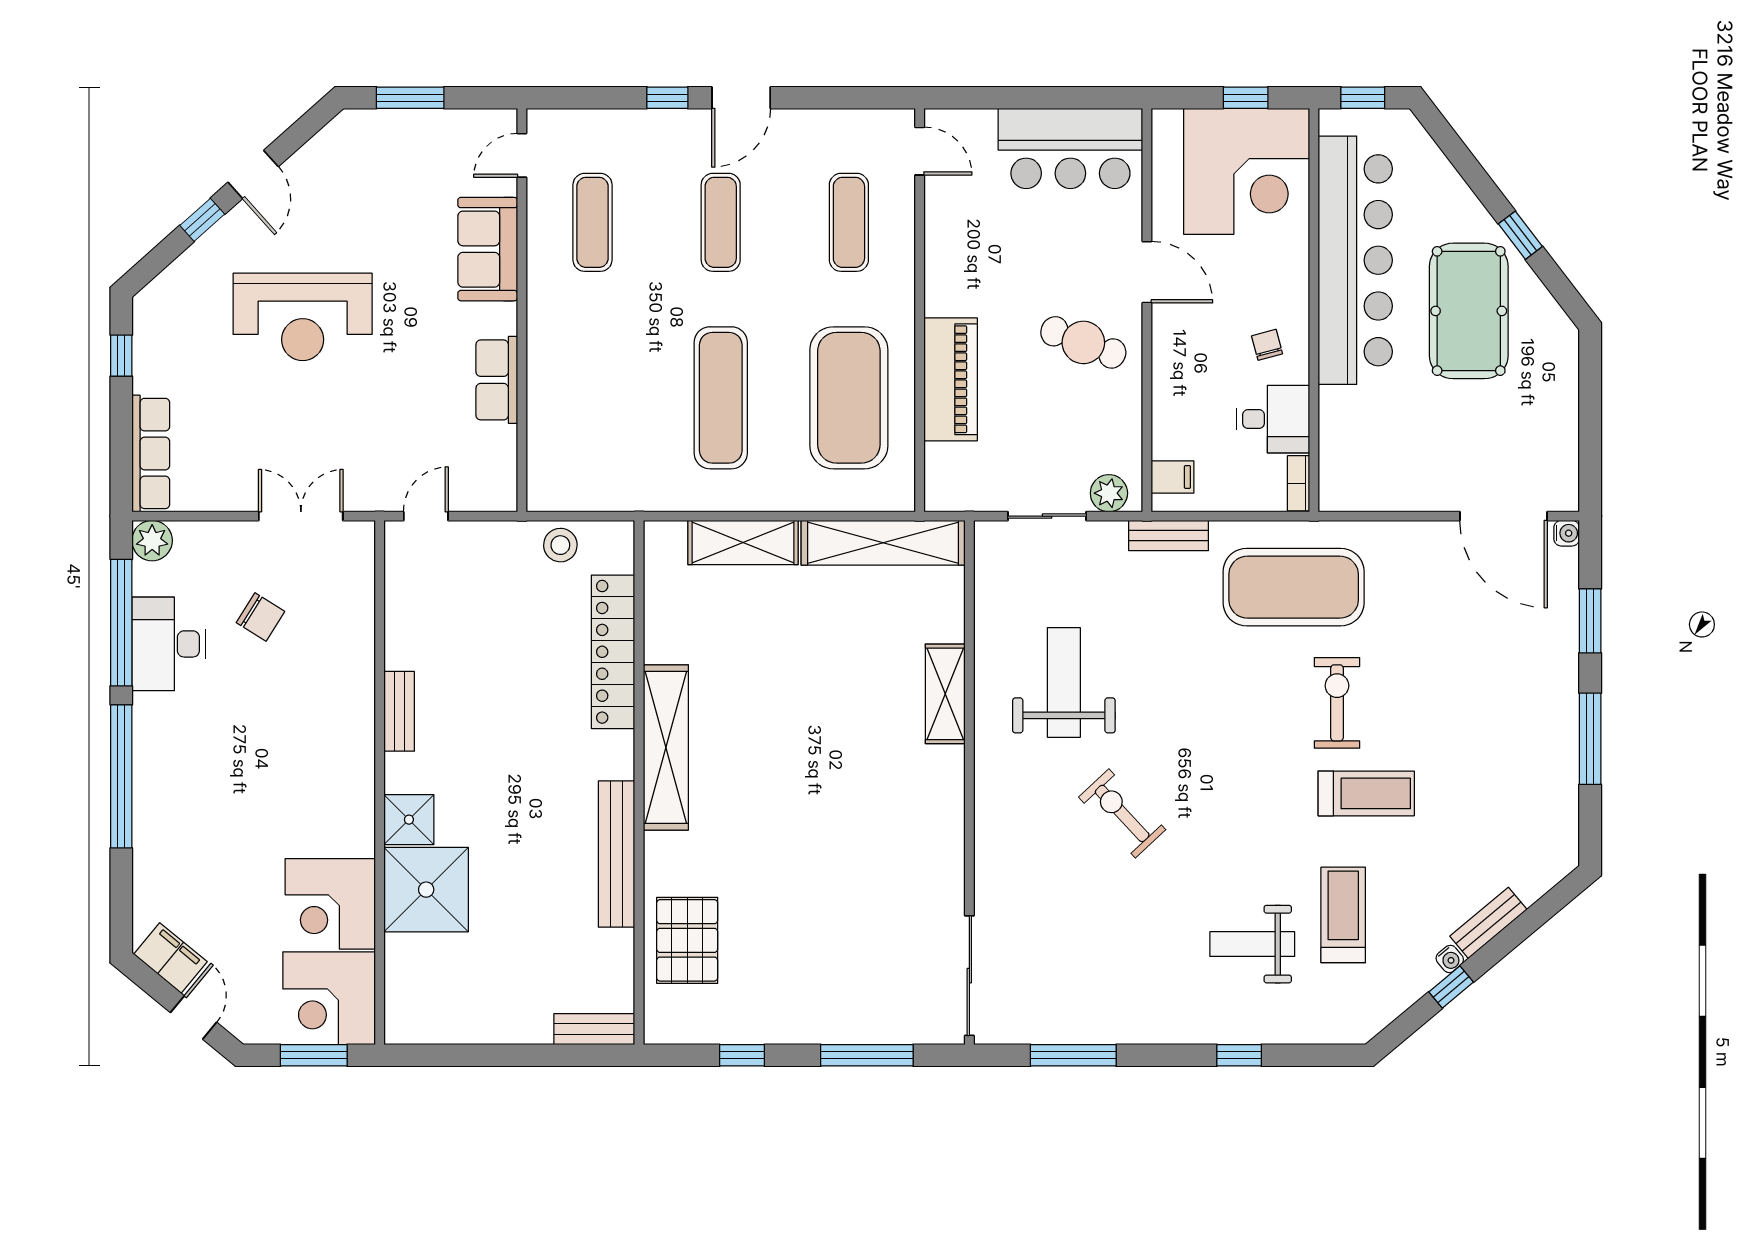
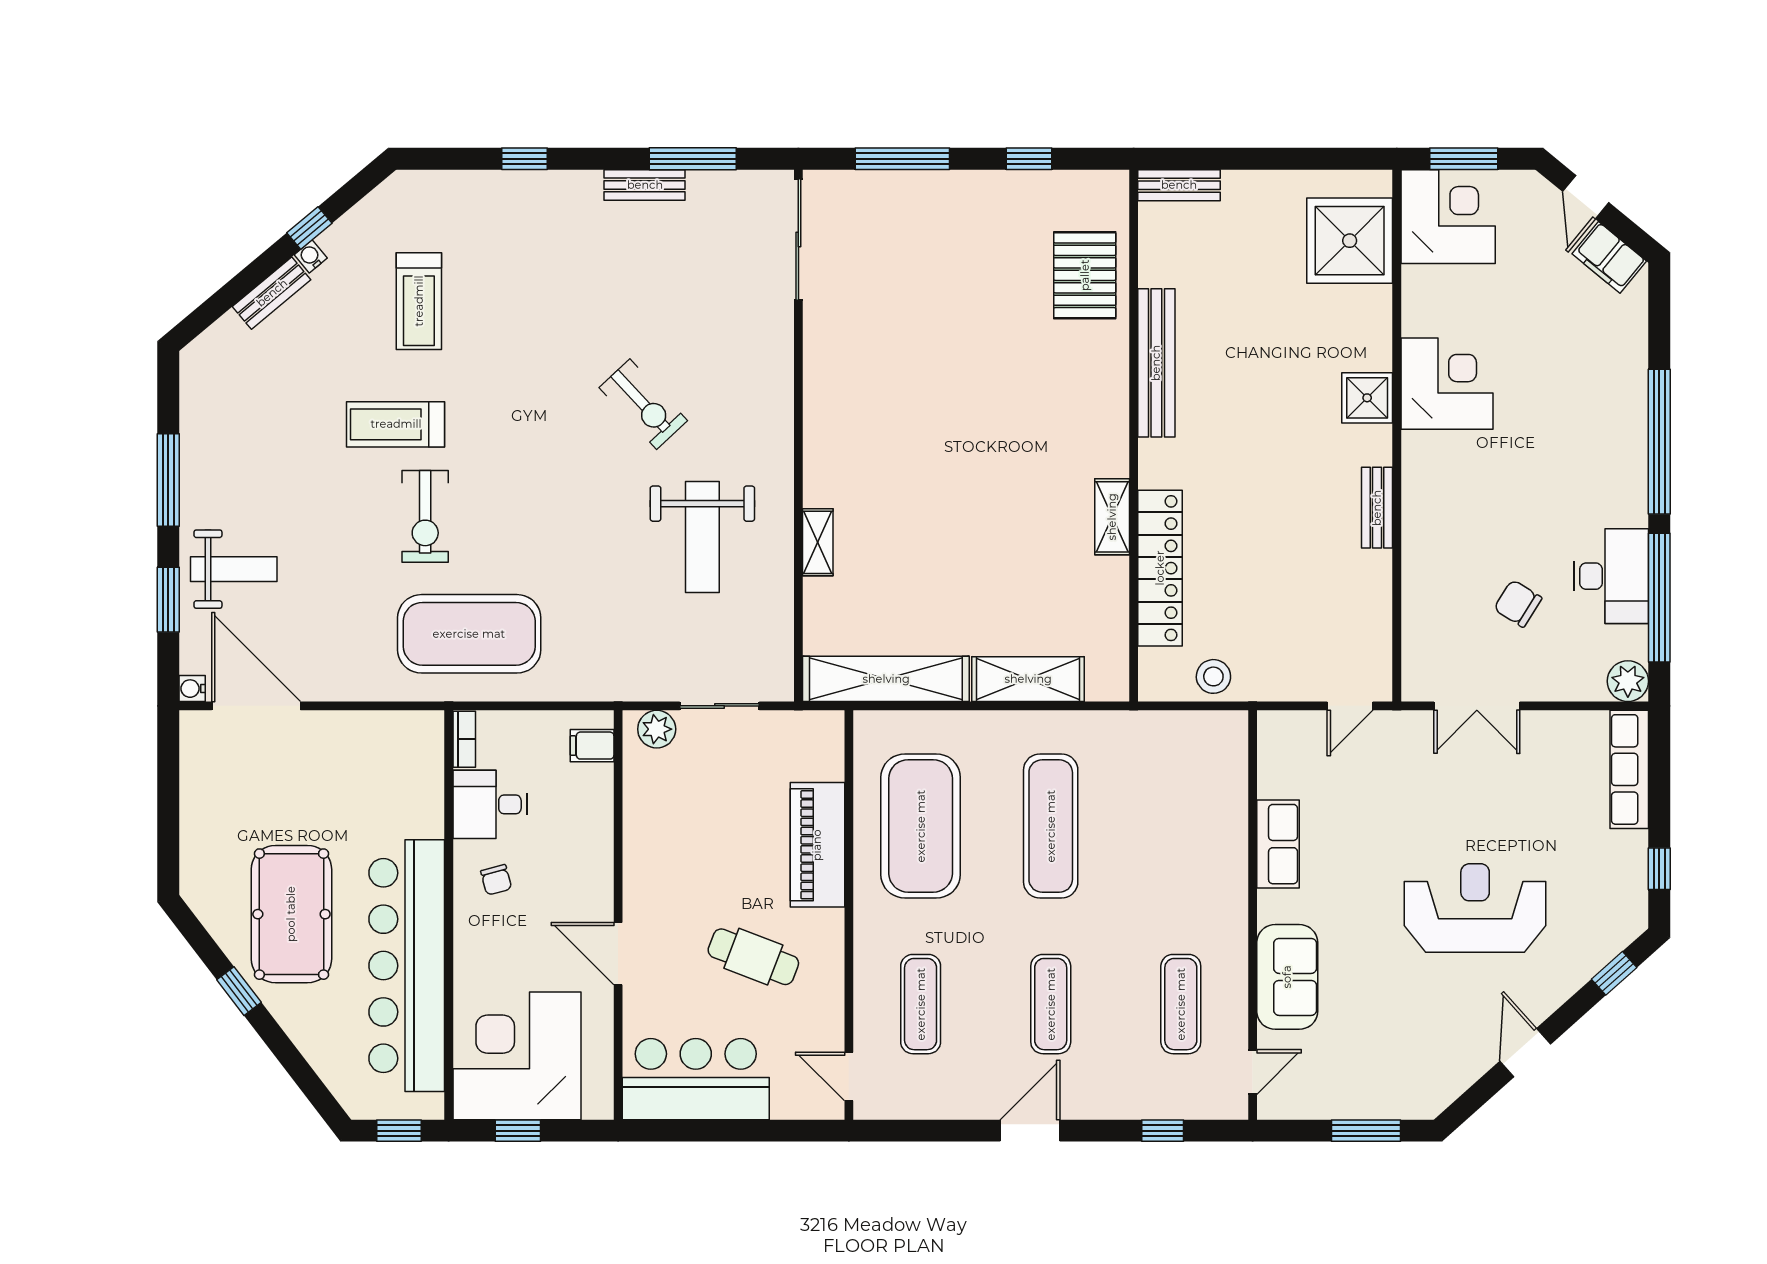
window: (667, 98) -> (1163, 1131), moved
window: (202, 220) -> (1614, 973), moved
cafe table: (1083, 342) -> (753, 957), moved
bench: (1169, 536) -> (645, 185), moved
shelving: (945, 694) -> (818, 542), width x0.67, depth x0.75
shelving: (666, 747) -> (1112, 517), width x0.45, depth x0.75
shower: (426, 890) -> (1350, 241), moved
corner desk: (330, 904) -> (1447, 384), moved
weight bench: (1252, 944) -> (234, 569), moved

